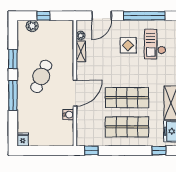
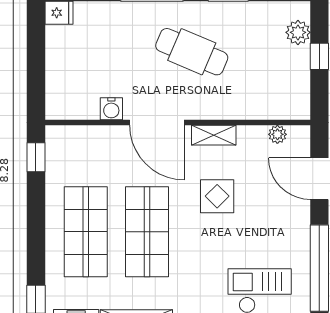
display table: (128, 45) -> (217, 196), moved
shelving: (81, 51) -> (214, 135), moved

